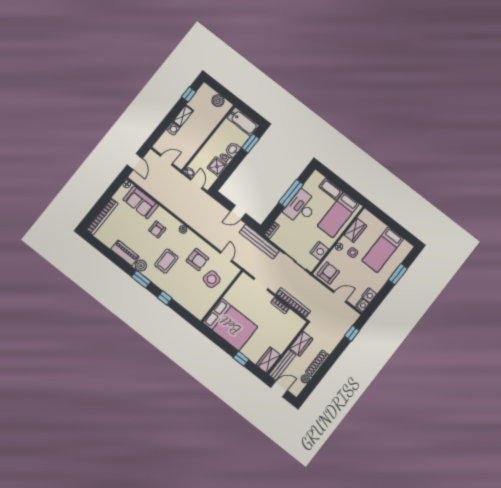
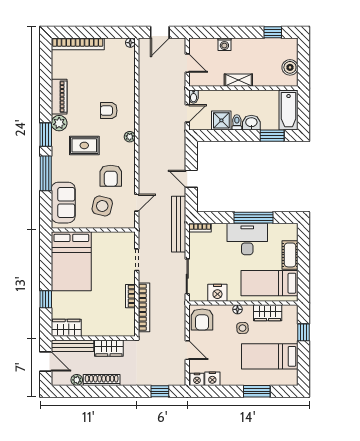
shelving: (183, 116) -> (238, 80), moved
sofa: (141, 202) -> (63, 203), moved, turned 180
window: (384, 218) -> (303, 332), added
armchair: (328, 273) -> (202, 319), turned 90
window: (165, 298) -> (46, 173), width x2.17

